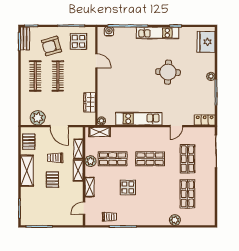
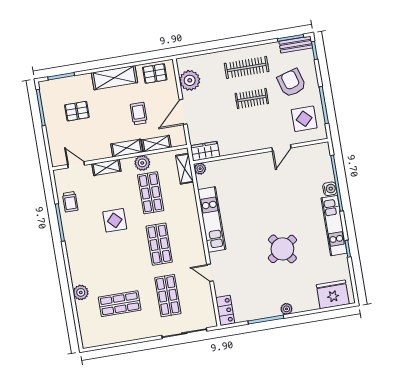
water cooler: (109, 32) -> (330, 189), moved
round table: (168, 72) -> (282, 249), turned -38
clothes rail: (58, 76) -> (252, 99), width x0.73
wardrobe: (90, 102) -> (205, 151), moved
shop shelf: (187, 159) -> (168, 296), turned 90
pallet: (52, 180) -> (77, 111), moved

